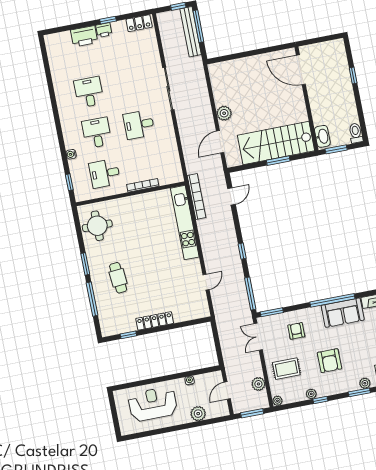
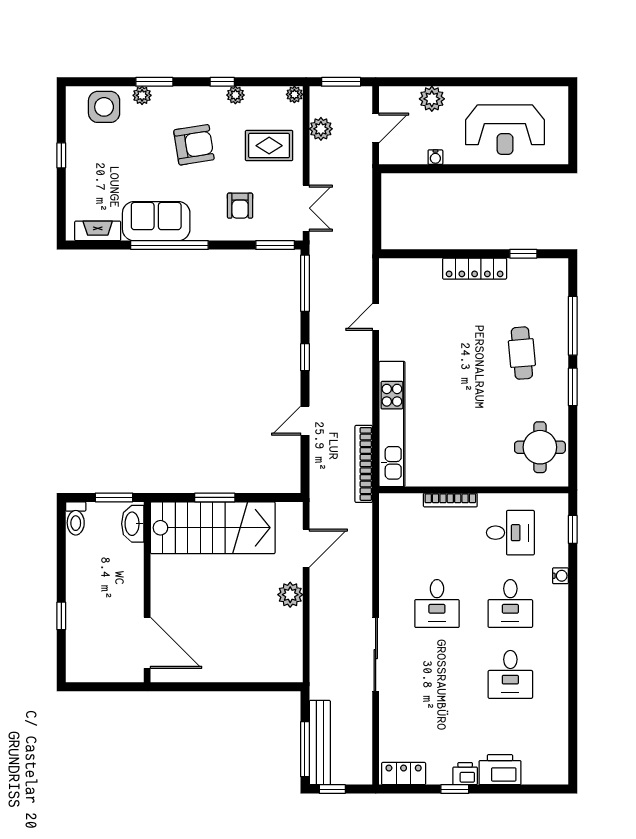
desk: (139, 125) -> (437, 603), turned 90
door: (231, 196) -> (305, 421), moved
armchair: (329, 361) -> (194, 145), turned 81

